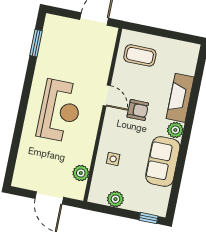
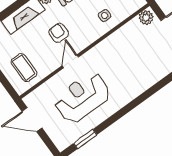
reception desk: (60, 111) -> (82, 98), moved
plant: (81, 173) -> (146, 17), moved

